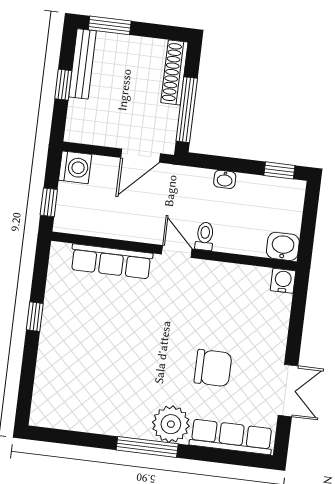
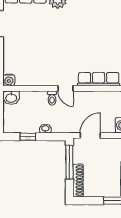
window: (279, 170) -> (28, 137), moved
chair: (213, 368) -> (39, 31), removed

